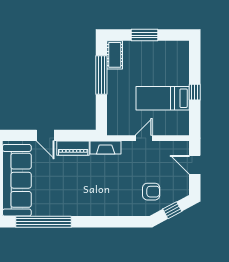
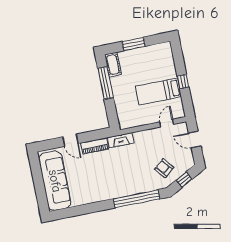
door: (144, 138) -> (167, 123), moved
armchair: (151, 192) -> (164, 168), turned -130
window: (44, 222) -> (136, 199), moved

